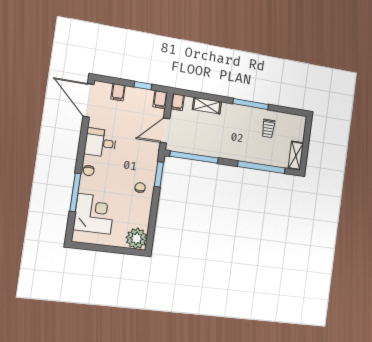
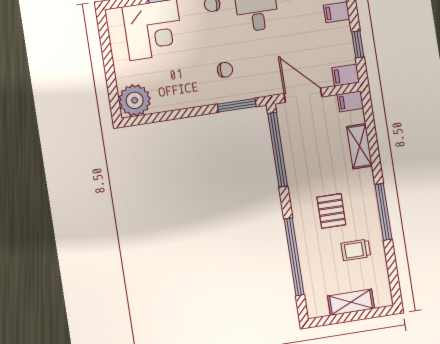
pallet: (241, 136) -> (331, 211), added
shelving: (296, 156) -> (351, 302), moved
chair: (140, 188) -> (225, 70), moved

